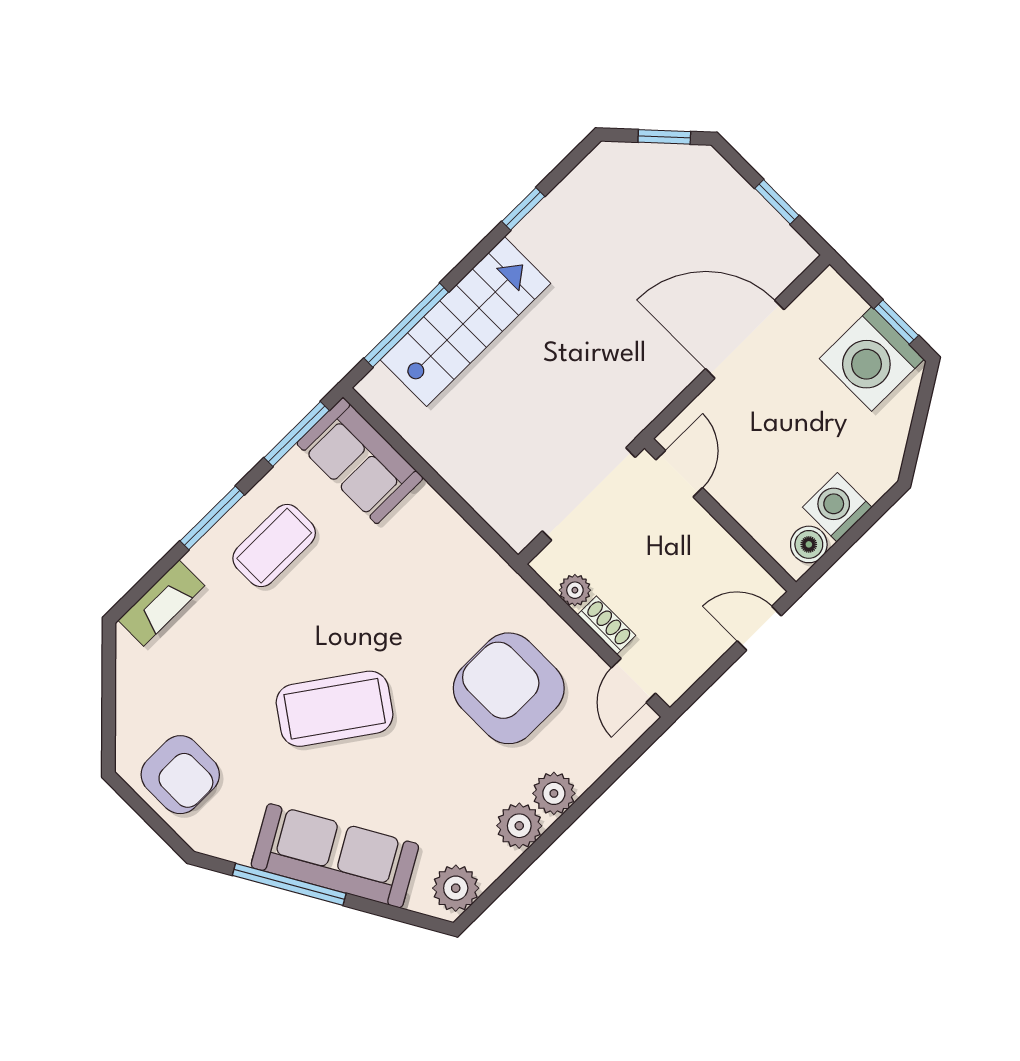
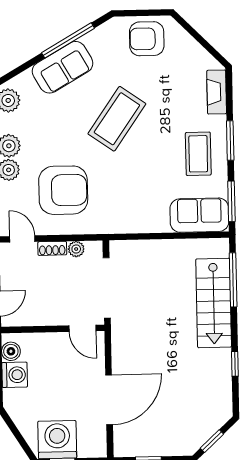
sofa: (335, 856) -> (63, 67), width x0.73

